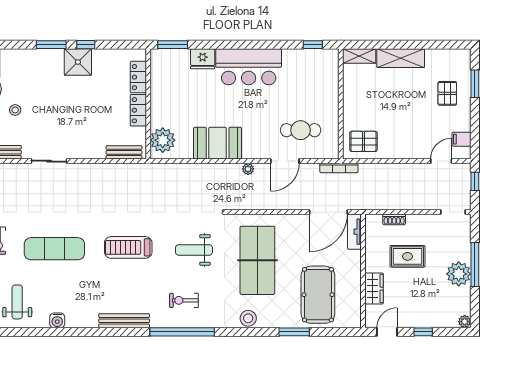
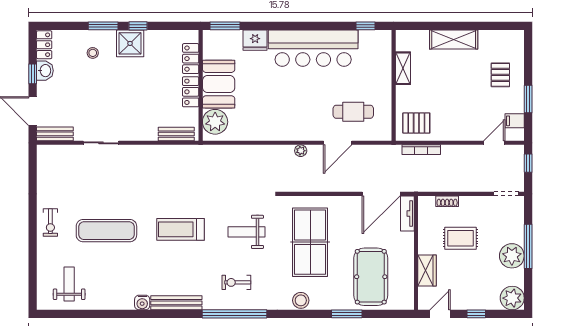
shelving: (359, 56) -> (403, 68), moved, turned 90
bar counter: (249, 67) -> (313, 48), width x1.36
window: (475, 84) -> (528, 99), moved
stool: (15, 110) -> (93, 53), moved
booth: (218, 143) -> (219, 84), moved, turned 90
bookcase: (339, 168) -> (421, 150), moved
water cooler: (57, 320) -> (142, 302), moved
plant: (465, 322) -> (512, 298), width x1.87, depth x1.87

